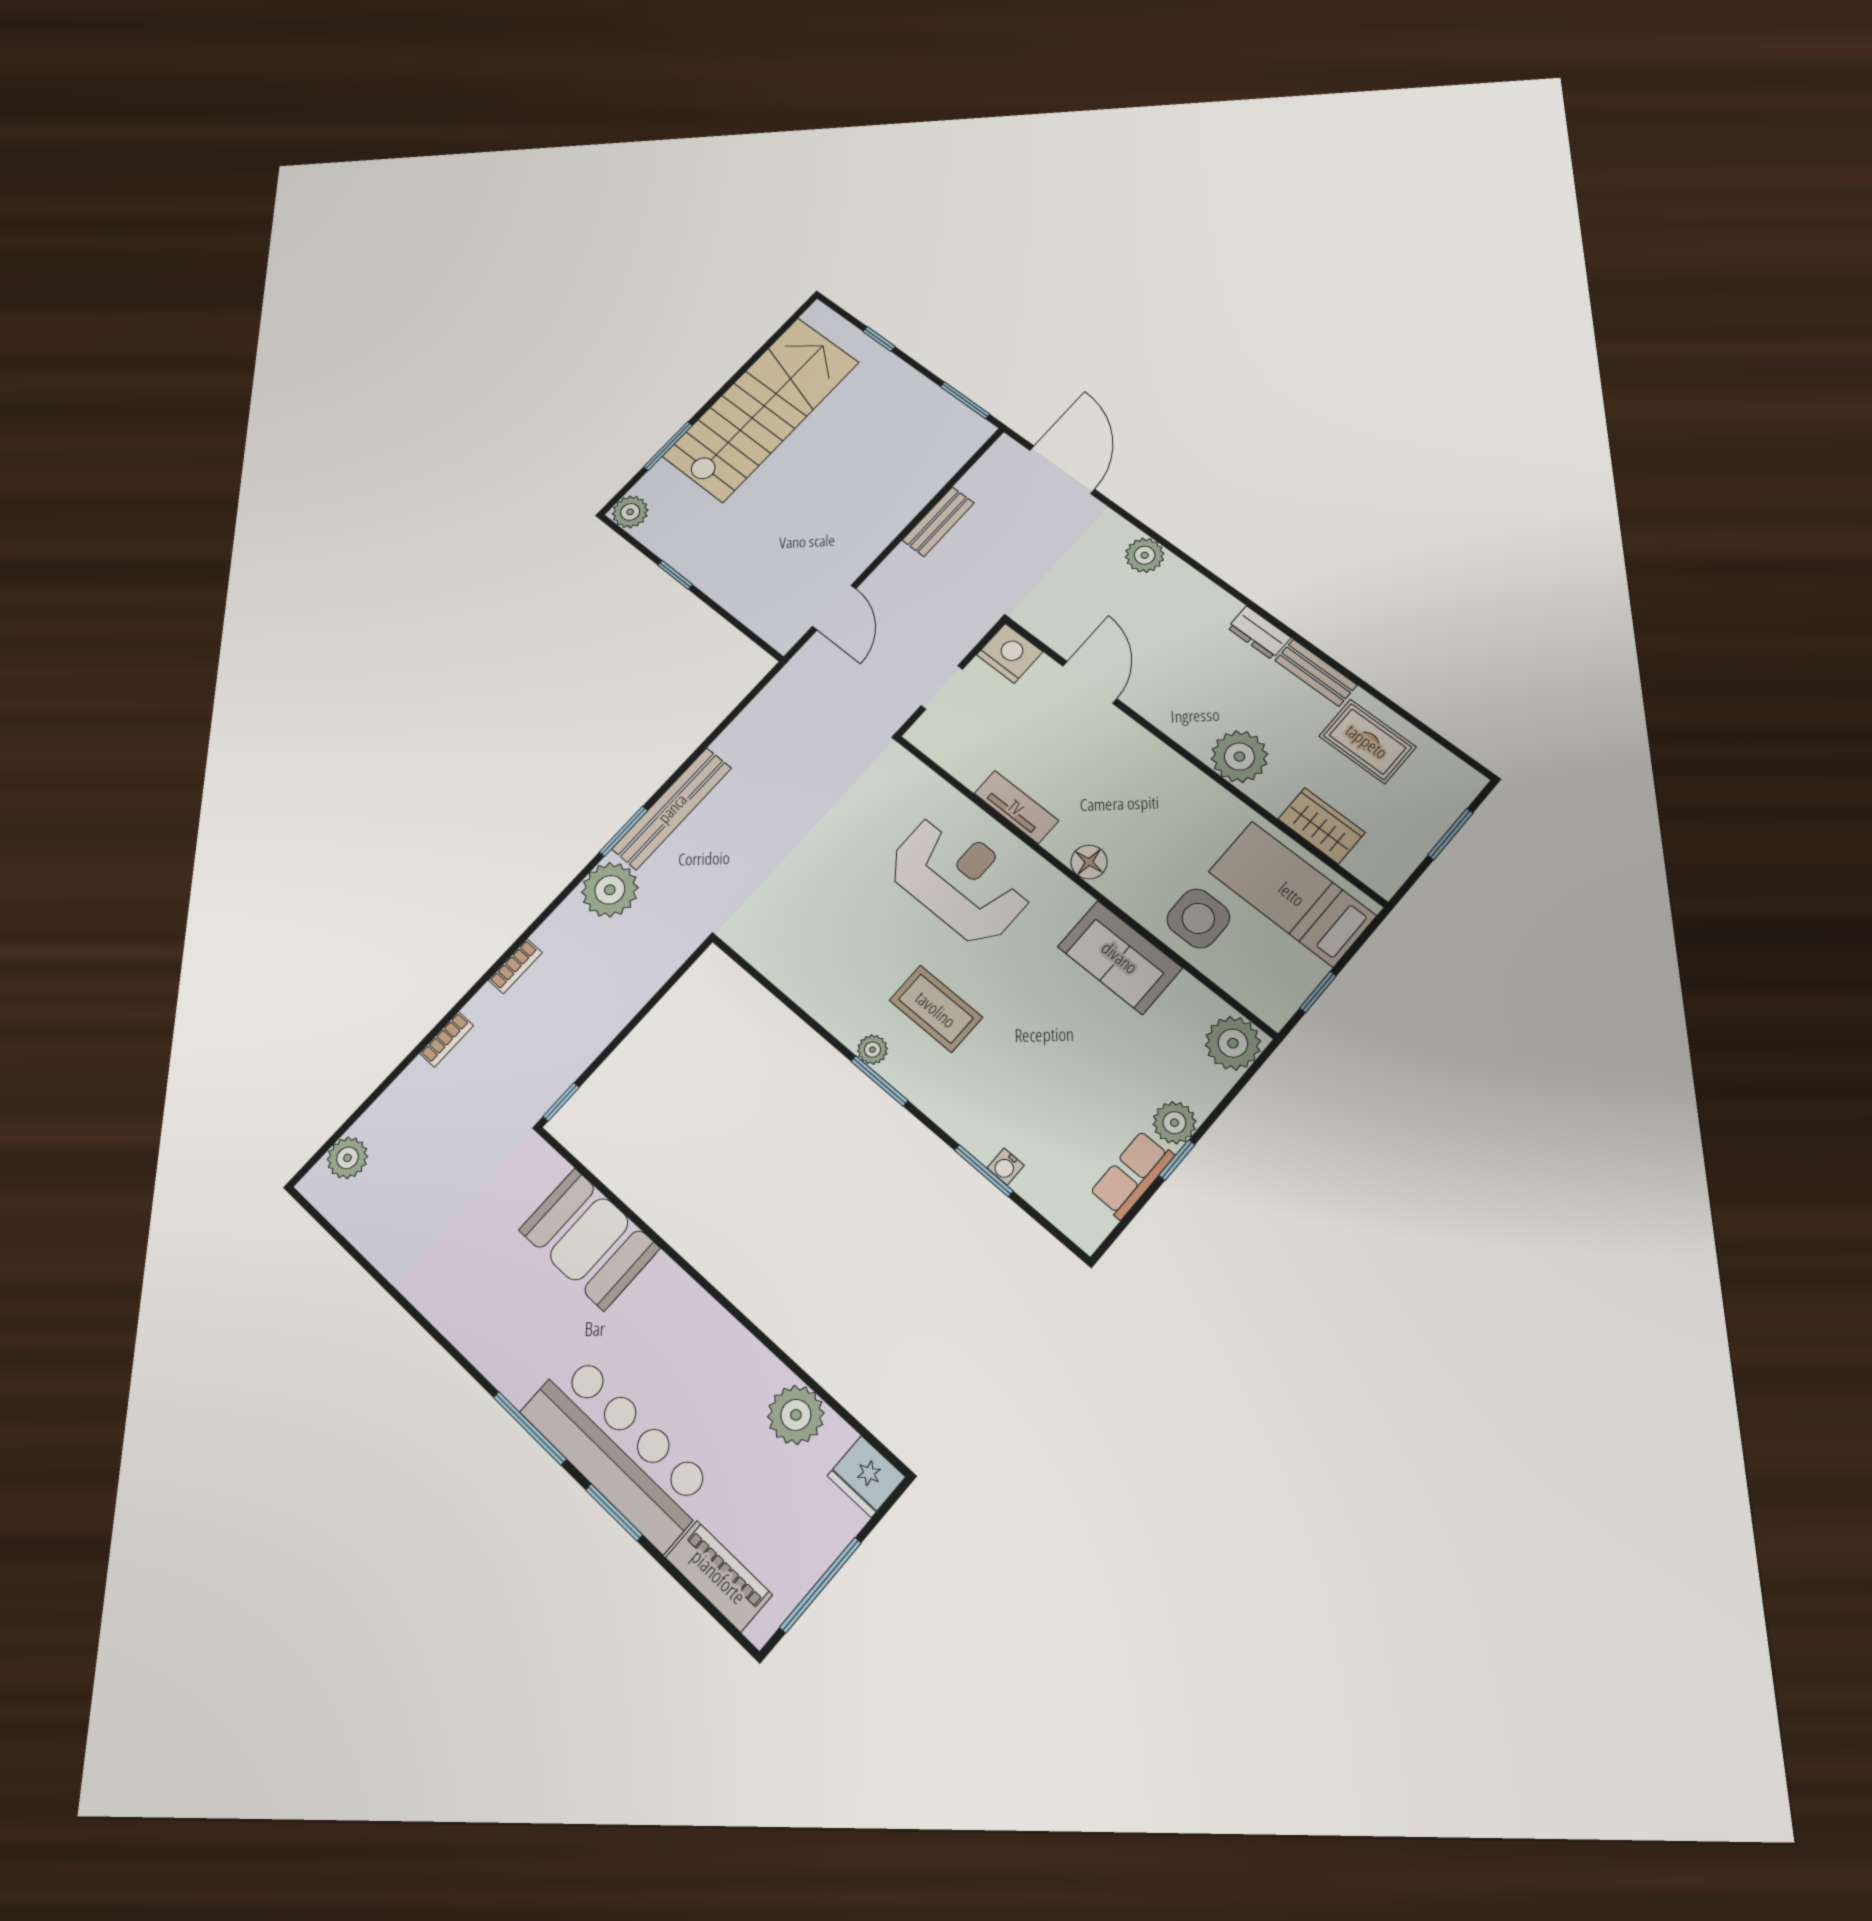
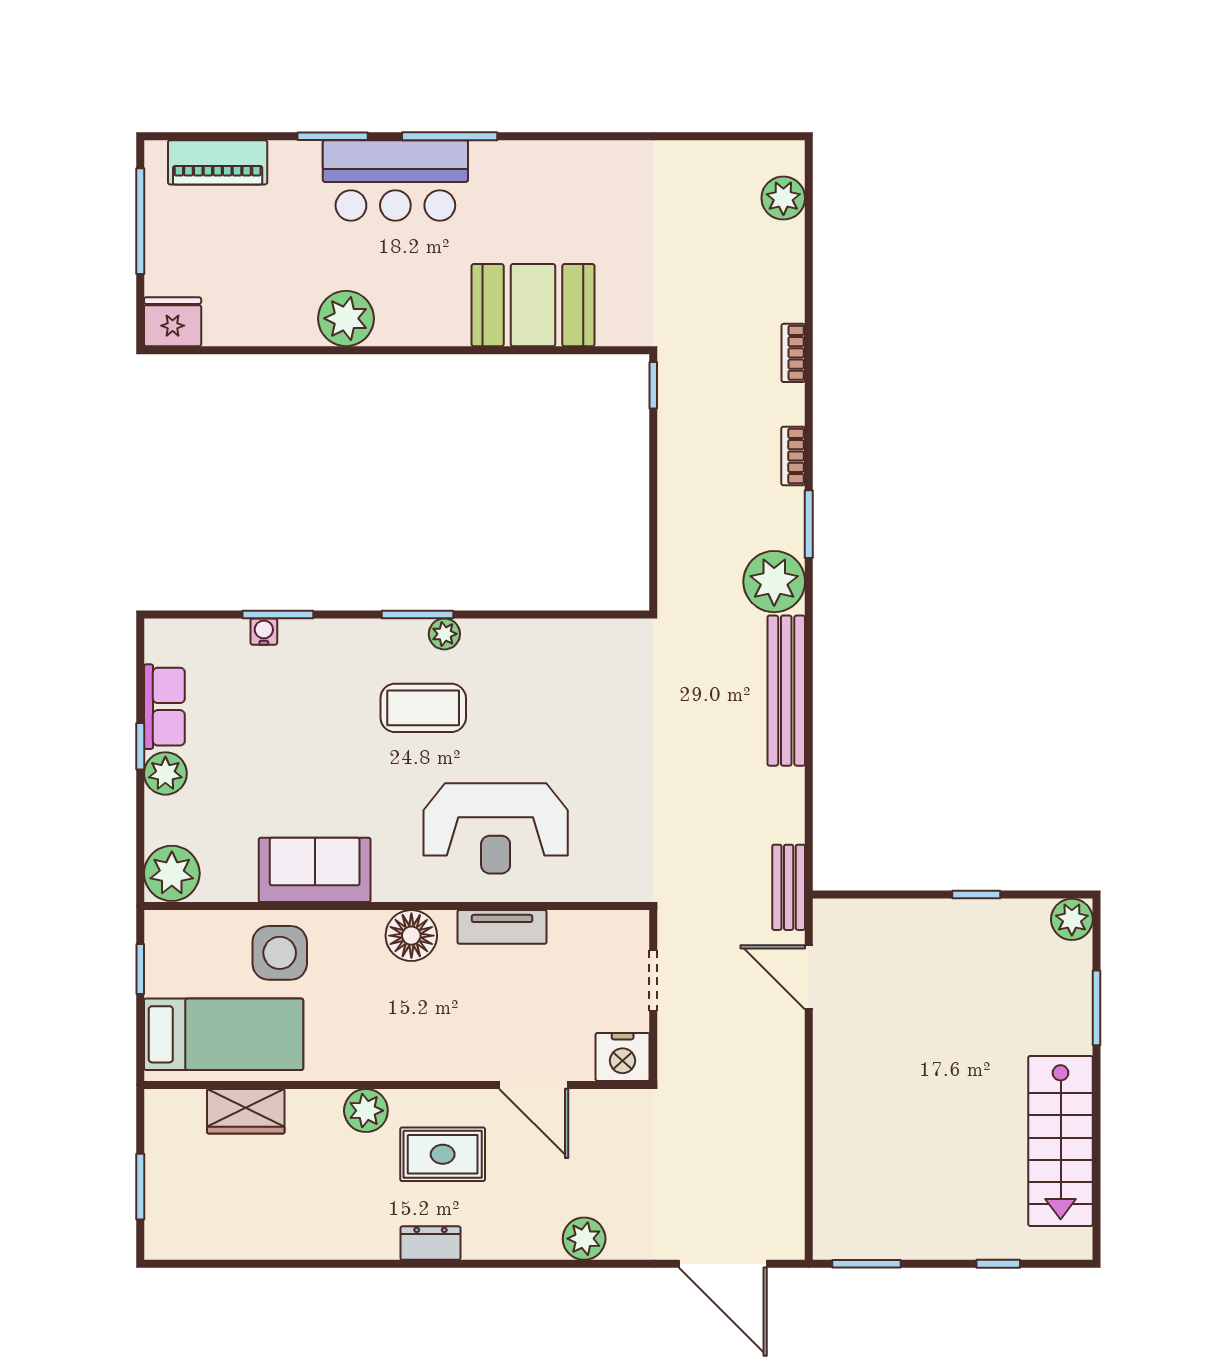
stairs: (761, 409) -> (1061, 1141), width x0.73, depth x0.66
bench: (938, 522) -> (789, 887), moved
bench: (1316, 673) -> (355, 1244), removed
rug: (1367, 741) -> (443, 1154), moved
plant: (1239, 757) -> (366, 1111), width x0.73, depth x0.73
window: (624, 831) -> (809, 524), moved
floor lamp: (1089, 862) -> (411, 936), width x1.38, depth x1.38
plant: (796, 1415) -> (346, 318), moved
bar counter: (619, 1450) -> (395, 180), width x0.73

